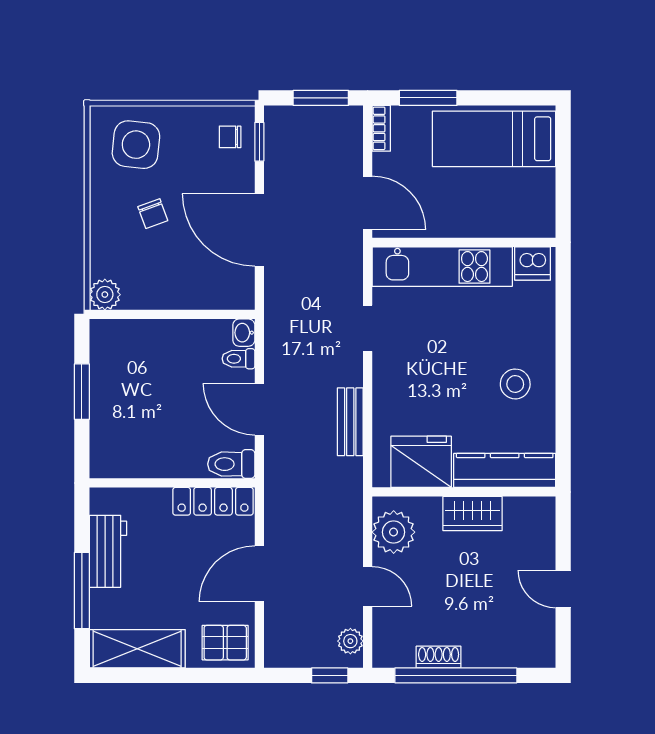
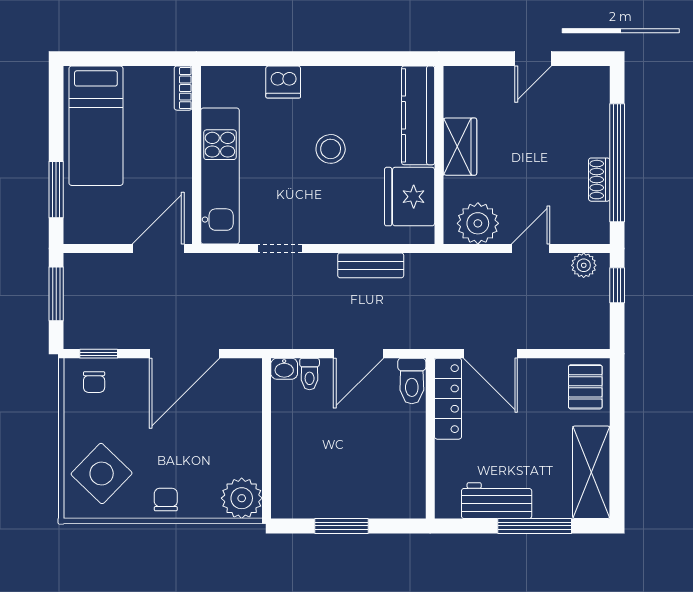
bookcase: (381, 128) -> (183, 88), moved, turned -90
side table: (136, 145) -> (102, 473), turned 38
chair: (153, 214) -> (166, 500), moved, turned -70
dishwasher: (533, 263) -> (283, 82), moved, turned 90
plant: (105, 295) -> (242, 498), width x1.36, depth x1.36
stool: (515, 384) -> (331, 149), moved
door: (259, 574) -> (490, 354), moved

